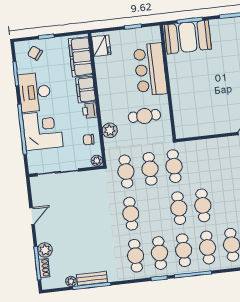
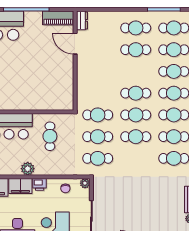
plant: (110, 130) -> (28, 169), moved
cafe table: (131, 214) -> (136, 137), moved

